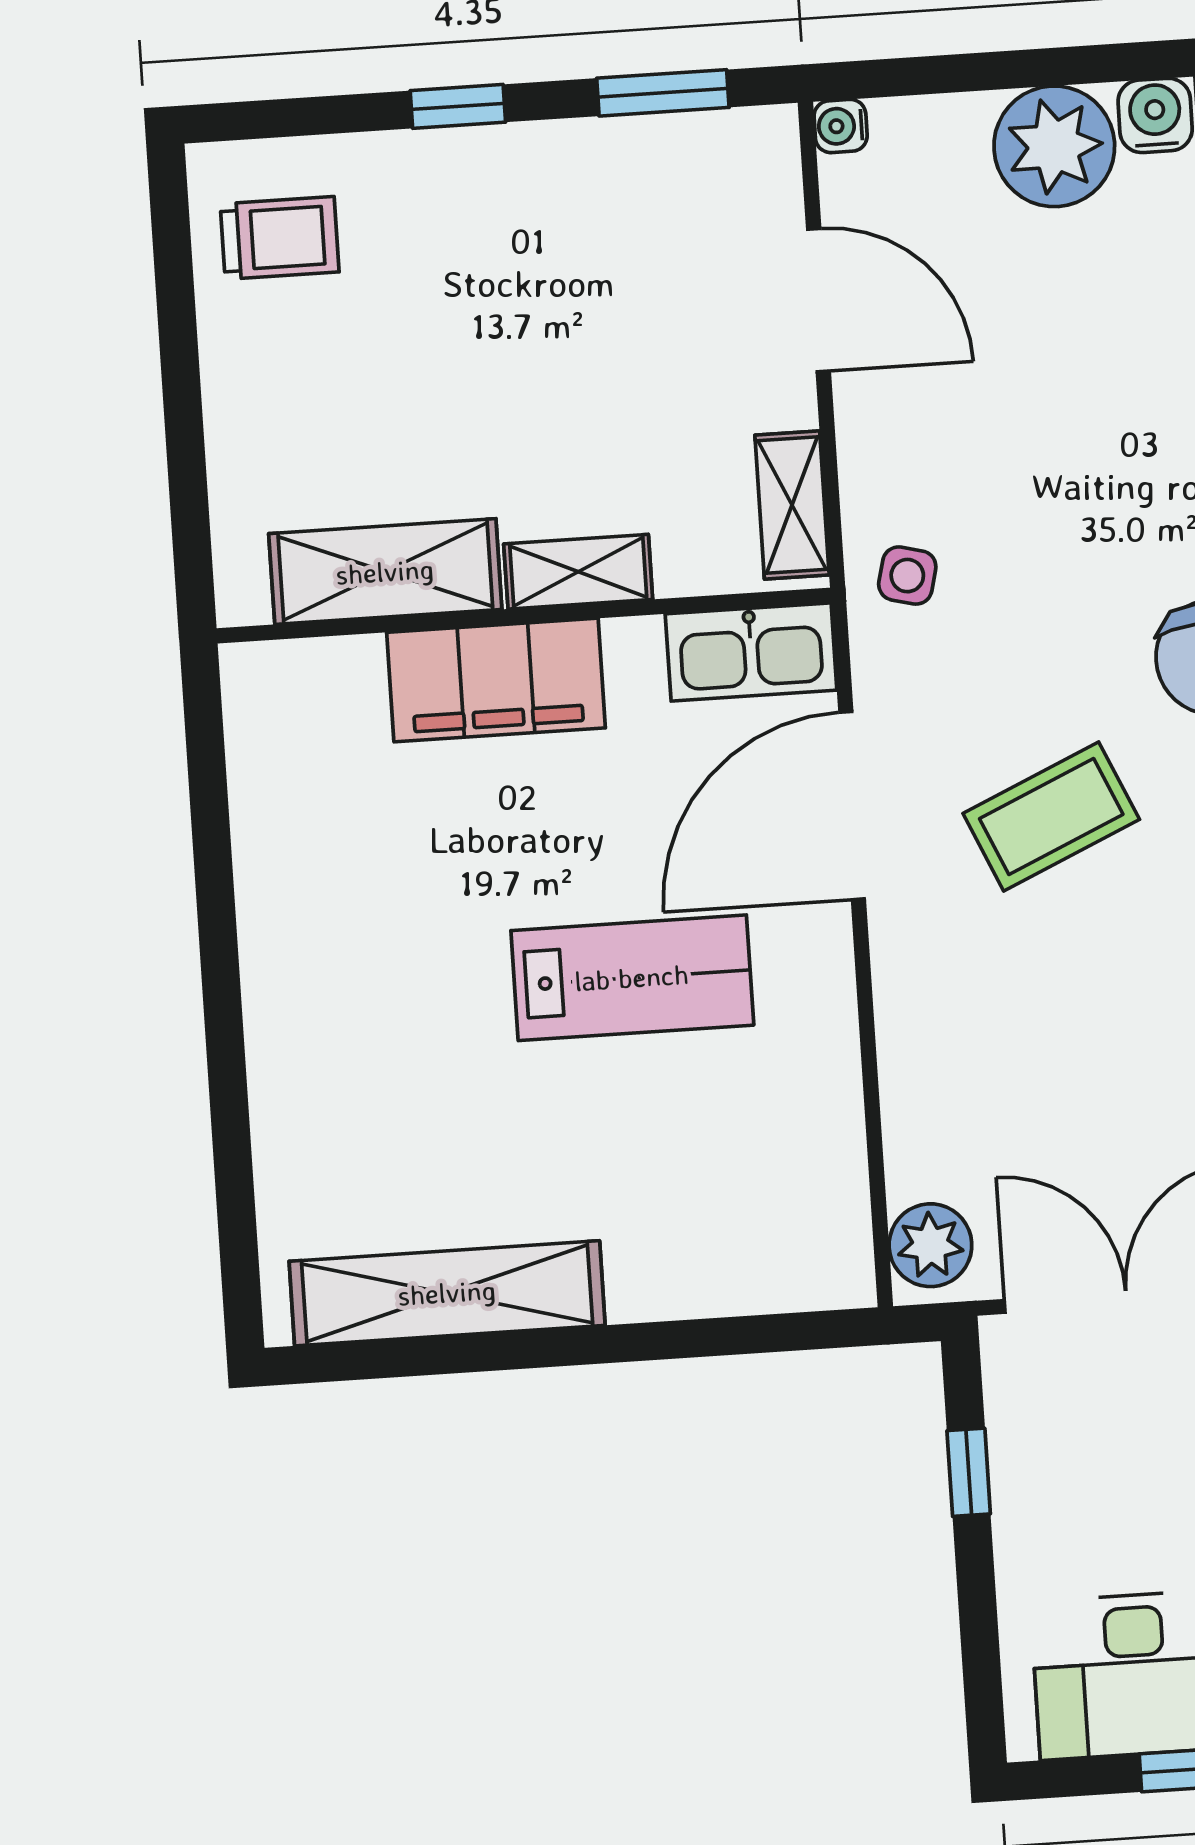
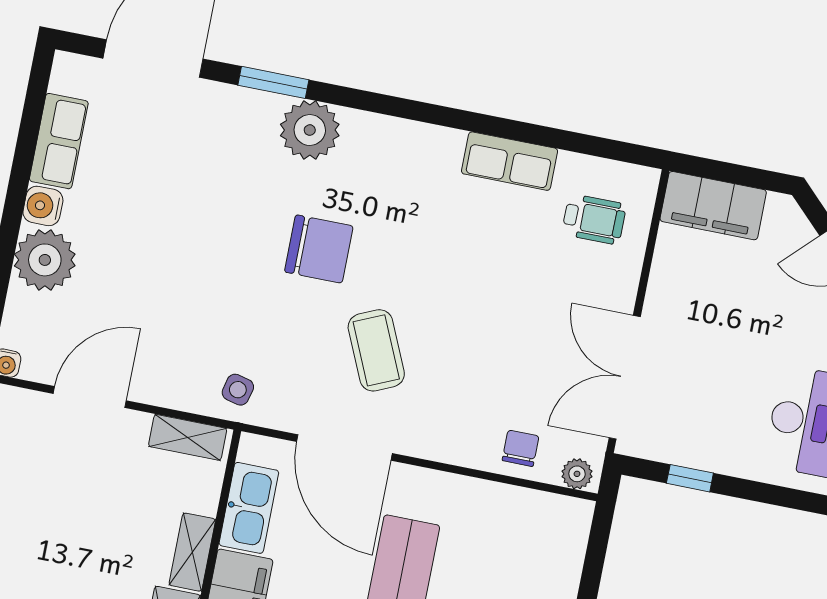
kitchen sink: (751, 652) -> (249, 508), moved
chair: (940, 1138) -> (521, 448), added
plant: (930, 1245) -> (577, 474), width x0.73, depth x0.73

